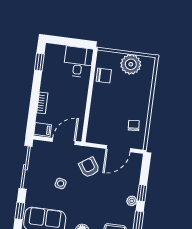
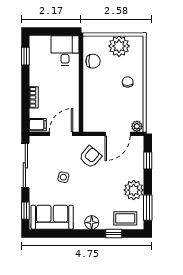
chair: (134, 125) -> (128, 82), moved
plant: (138, 144) -> (137, 126), added
armchair: (89, 167) -> (90, 157), turned 74
window: (142, 193) -> (148, 161), moved
plant: (132, 201) -> (134, 190), width x1.87, depth x1.87

